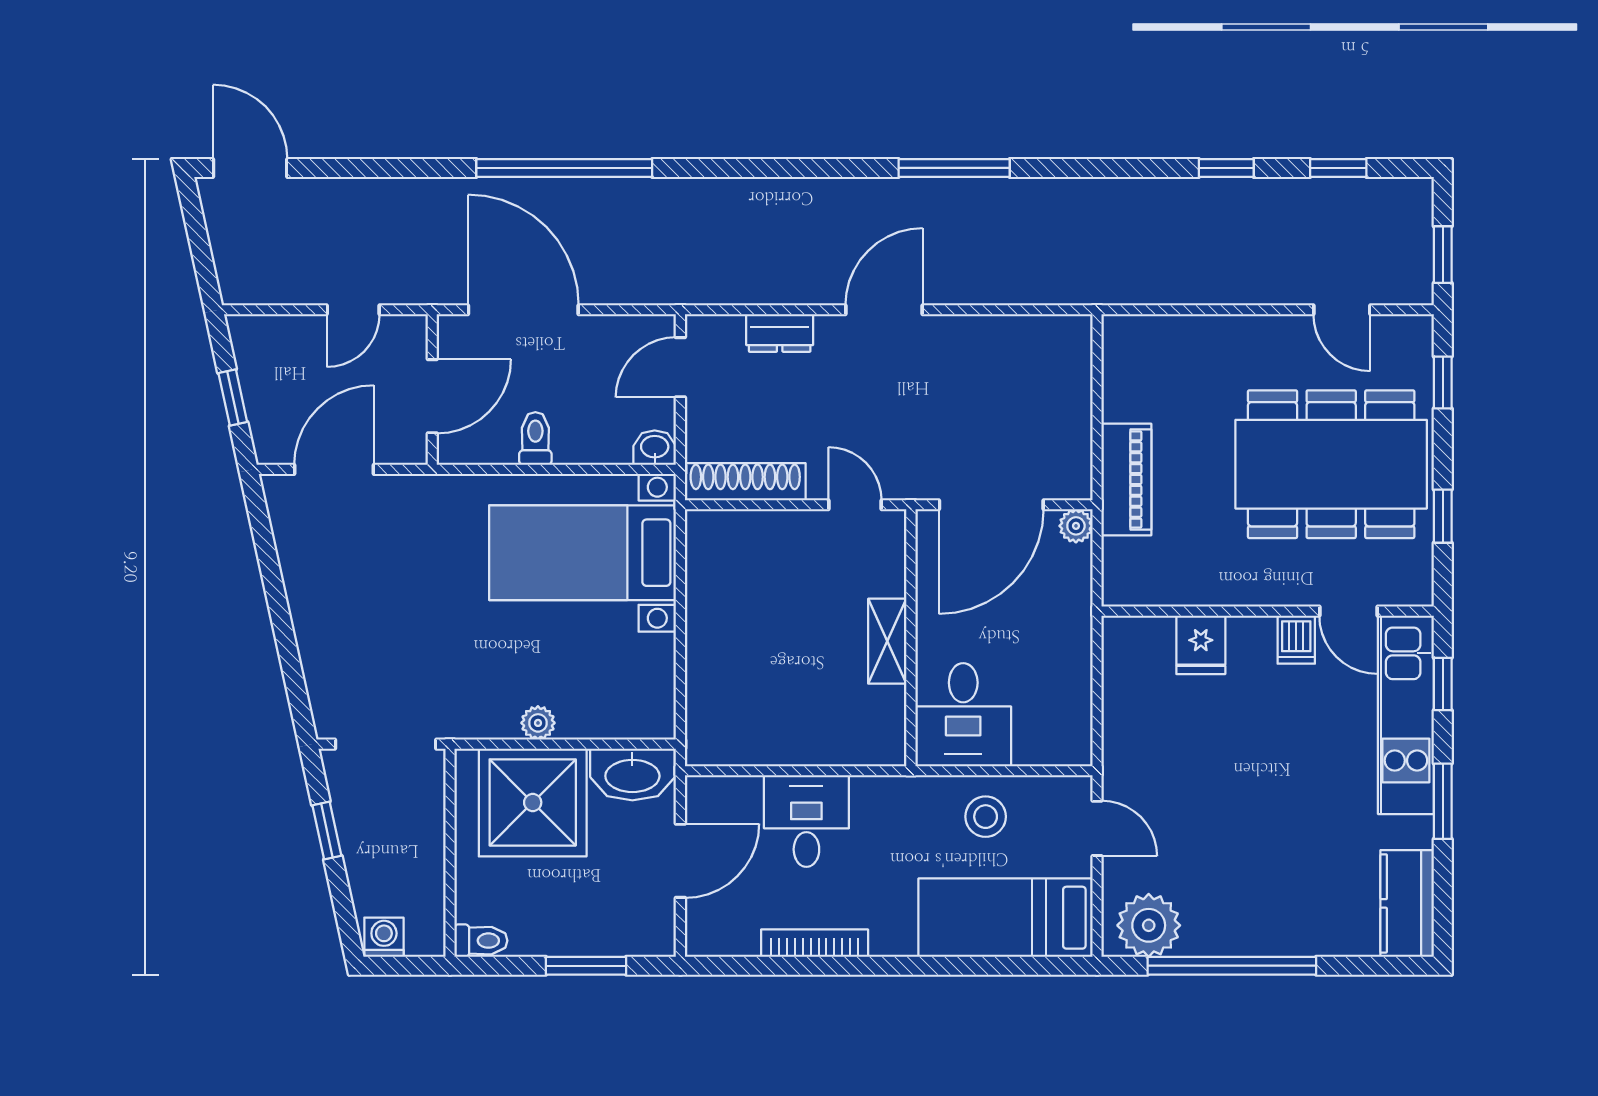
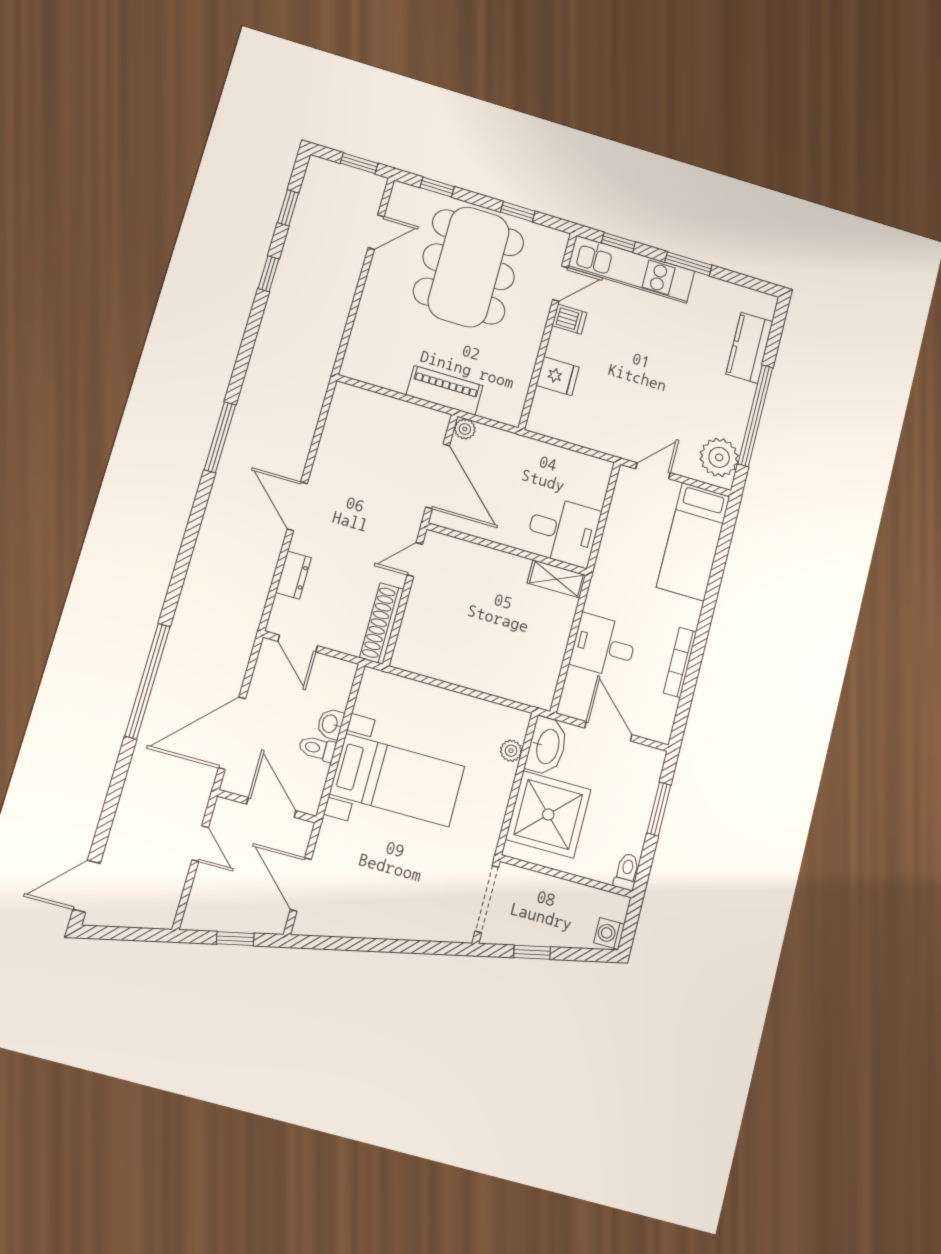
washbasin: (655, 448) -> (330, 724), moved
bed with nightstands: (583, 553) -> (397, 780), moved, turned -90
shelving: (887, 641) -> (556, 579), moved
plant: (538, 723) -> (511, 751), moved
stool: (986, 817) -> (629, 536), removed
kitchen counter: (1407, 903) -> (749, 348), moved, turned 90

